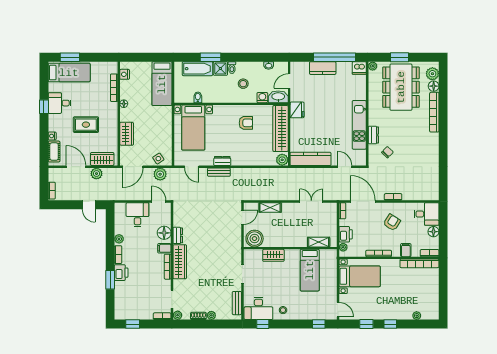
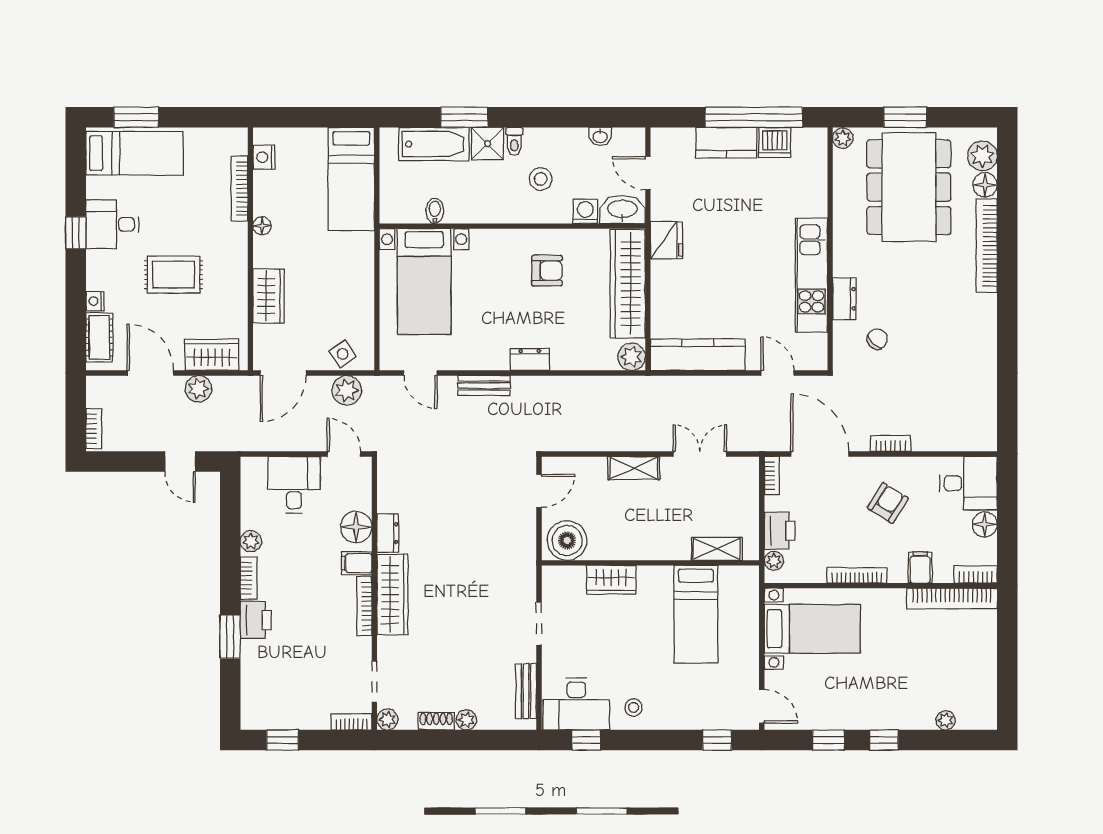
dishwasher: (359, 68) -> (775, 142), moved
door: (289, 81) -> (648, 173), hinge flipped
dresser: (222, 161) -> (530, 359), moved
shelving: (270, 208) -> (634, 468), moved

